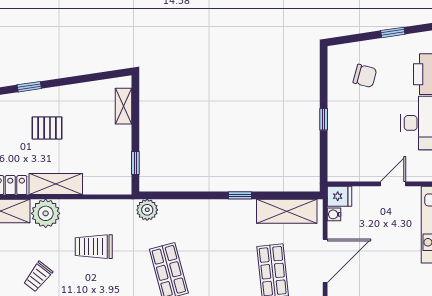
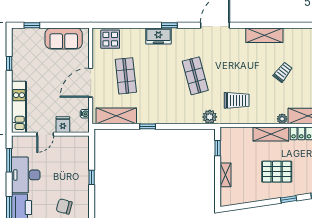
shelving: (123, 106) -> (226, 175), moved
pallet: (47, 128) -> (277, 172), width x1.50, depth x1.42
fridge: (340, 196) -> (63, 125), moved, turned 90
plant: (46, 213) -> (282, 119), width x0.53, depth x0.53
trolley: (94, 247) -> (237, 100), moved

